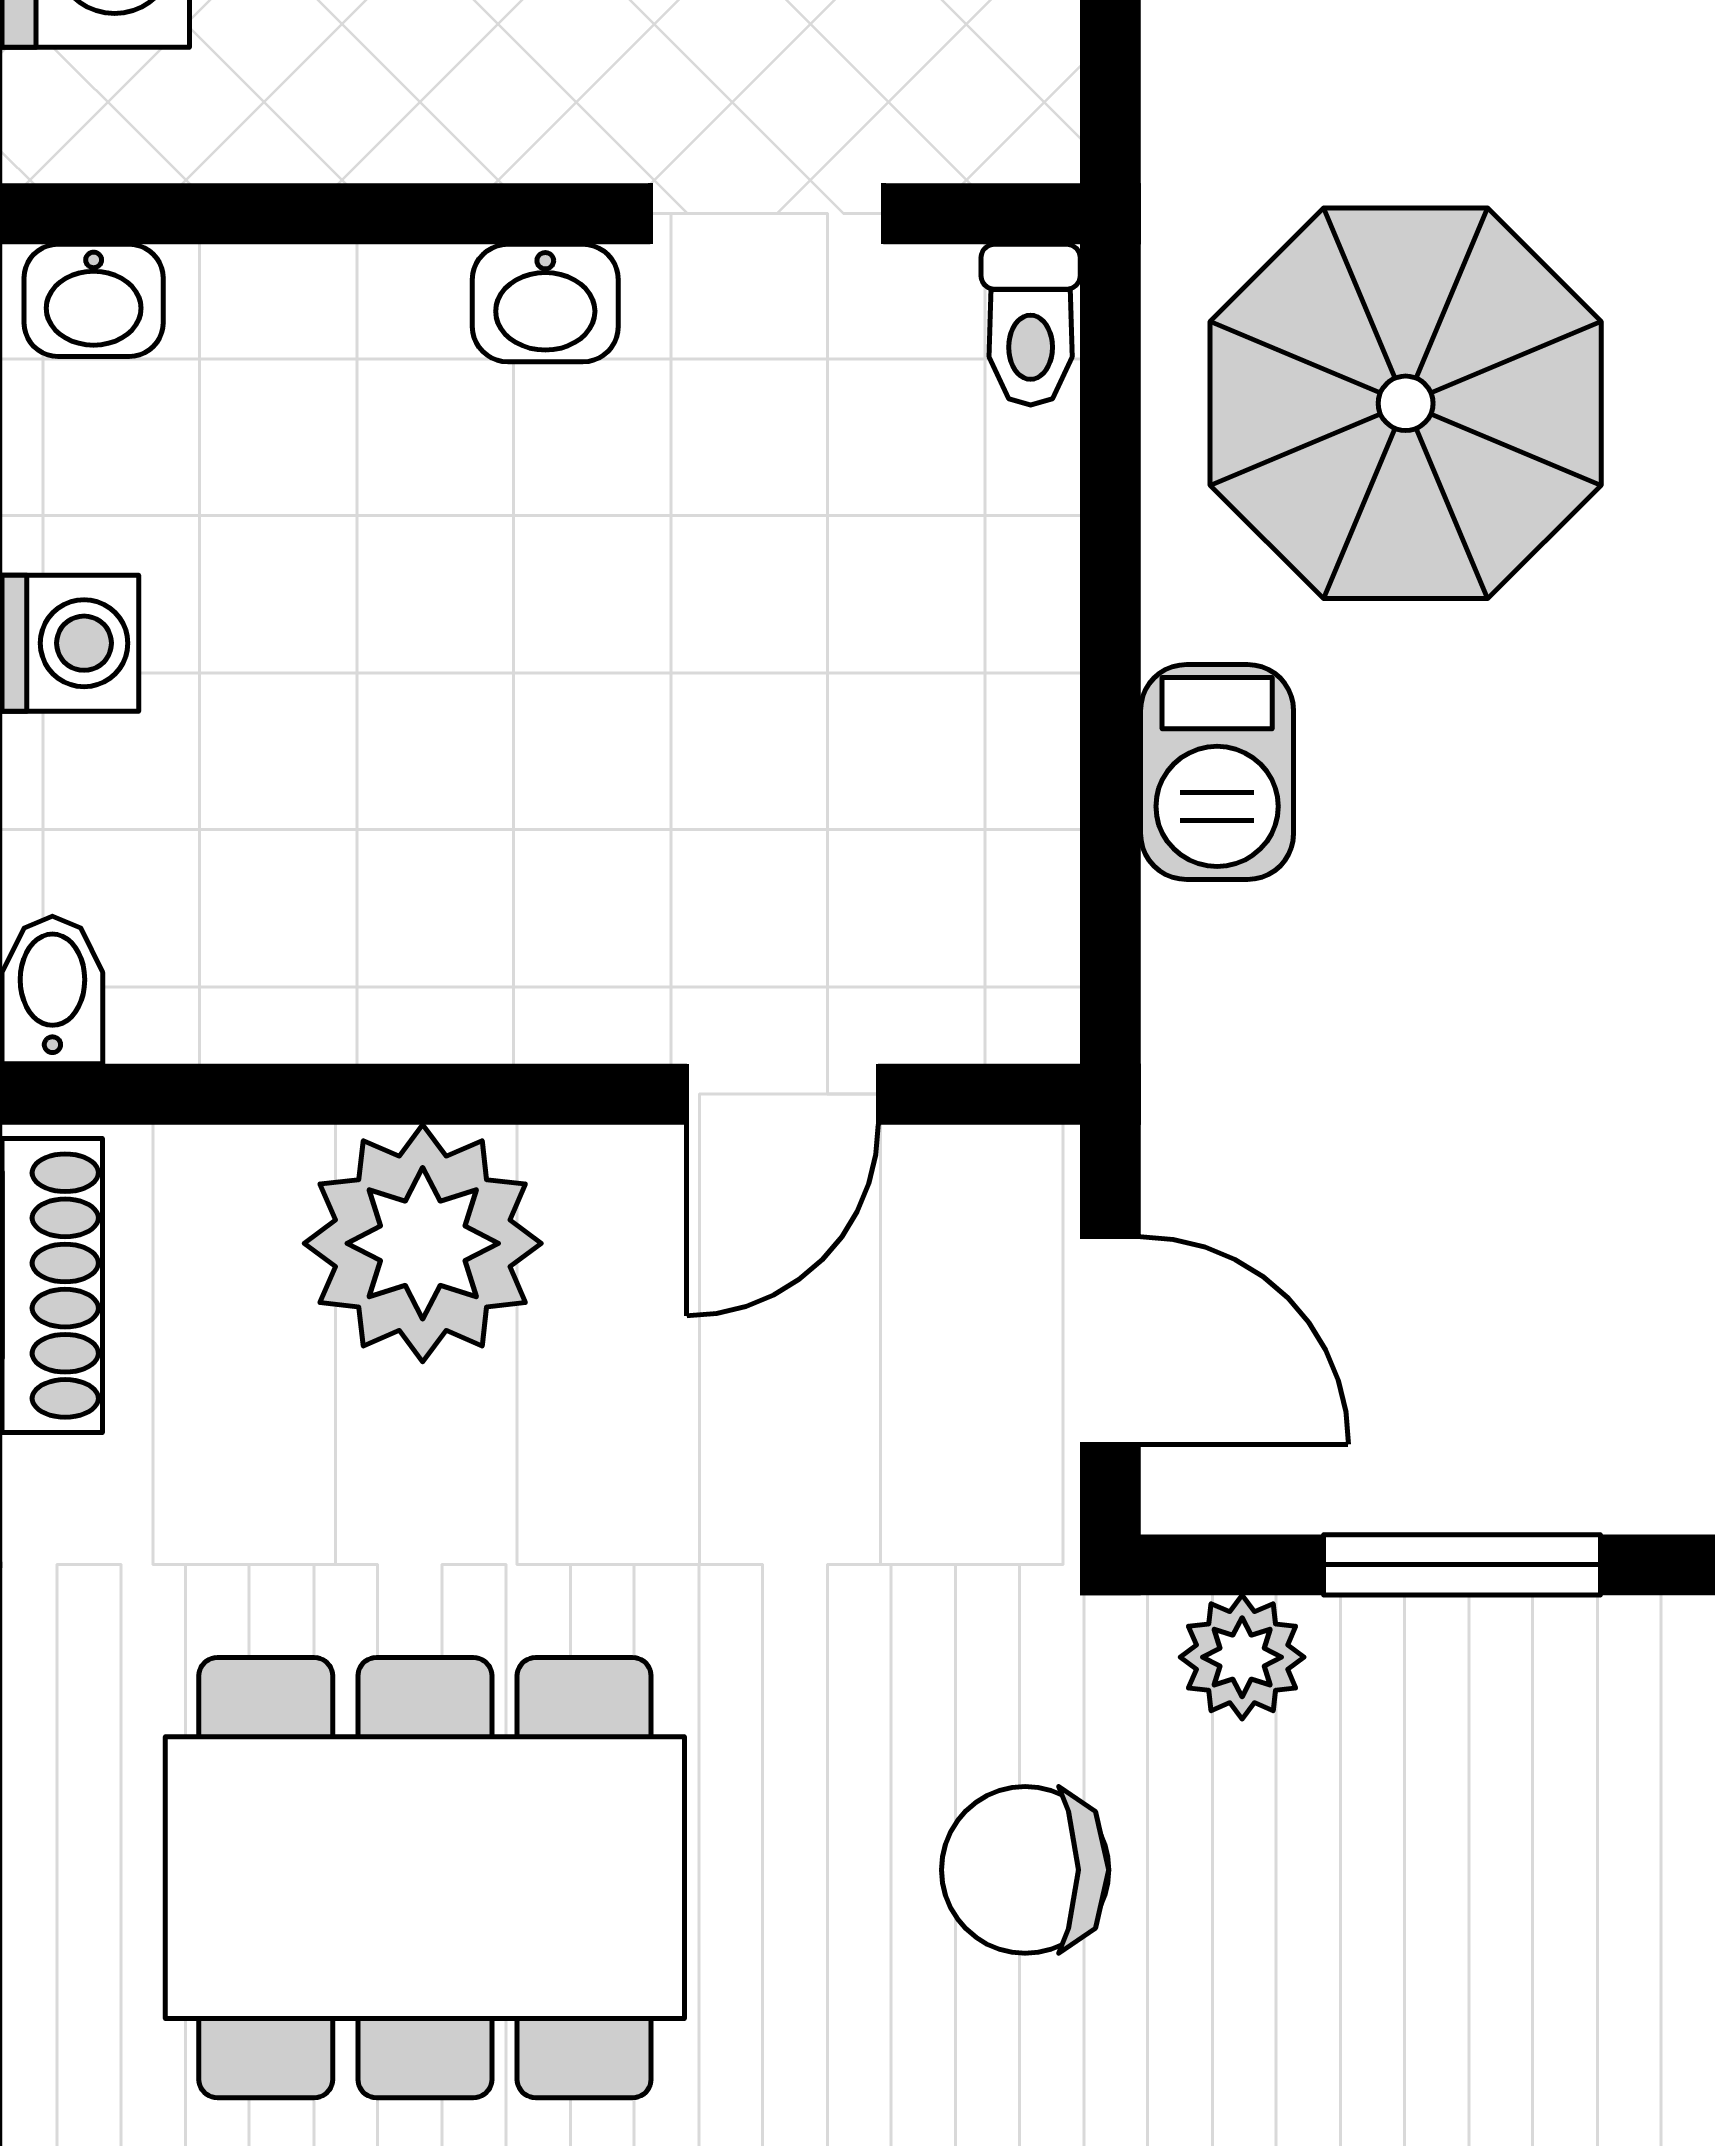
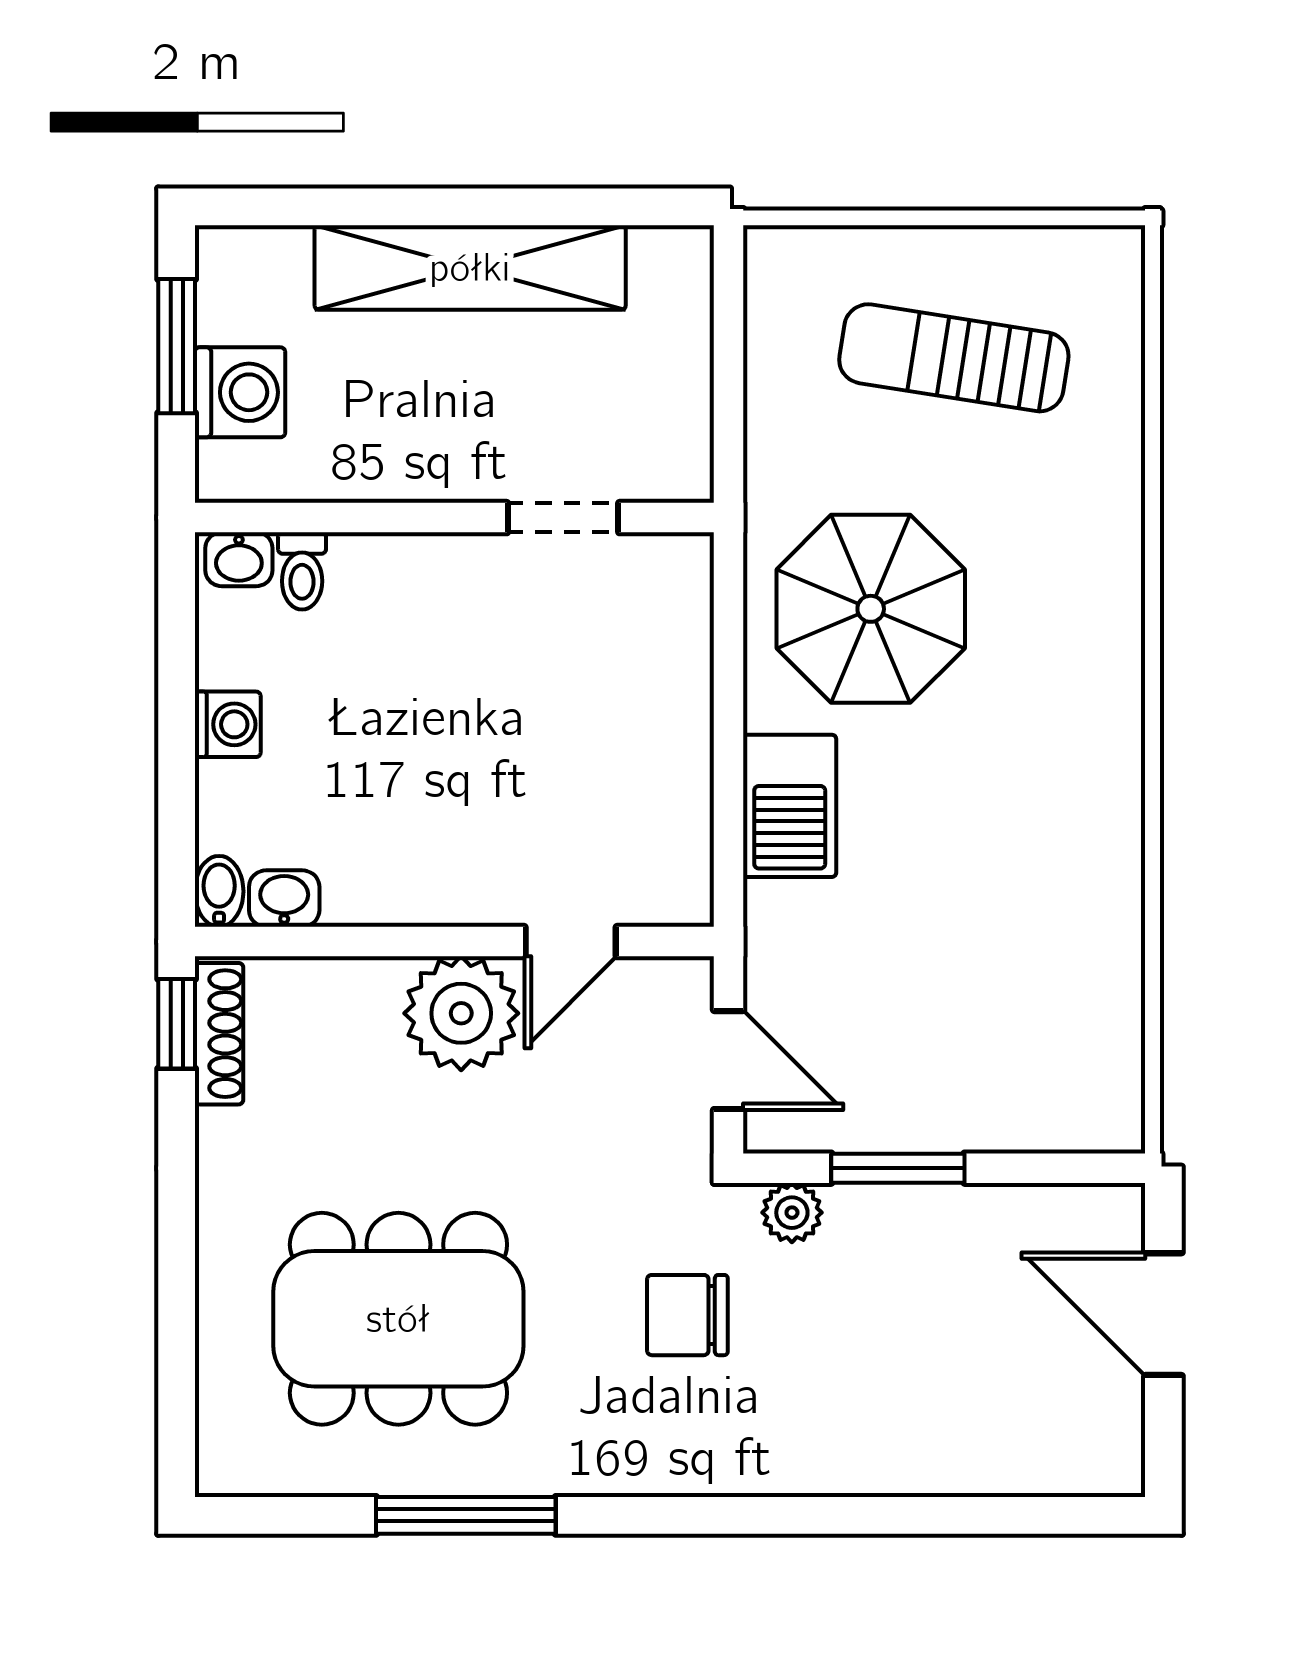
washbasin: (545, 303) -> (284, 899), moved, turned 180
toilet: (1031, 325) -> (302, 571), moved
barbecue: (1217, 772) -> (790, 806), width x1.38, depth x1.27
plant: (423, 1243) -> (461, 1013), moved

